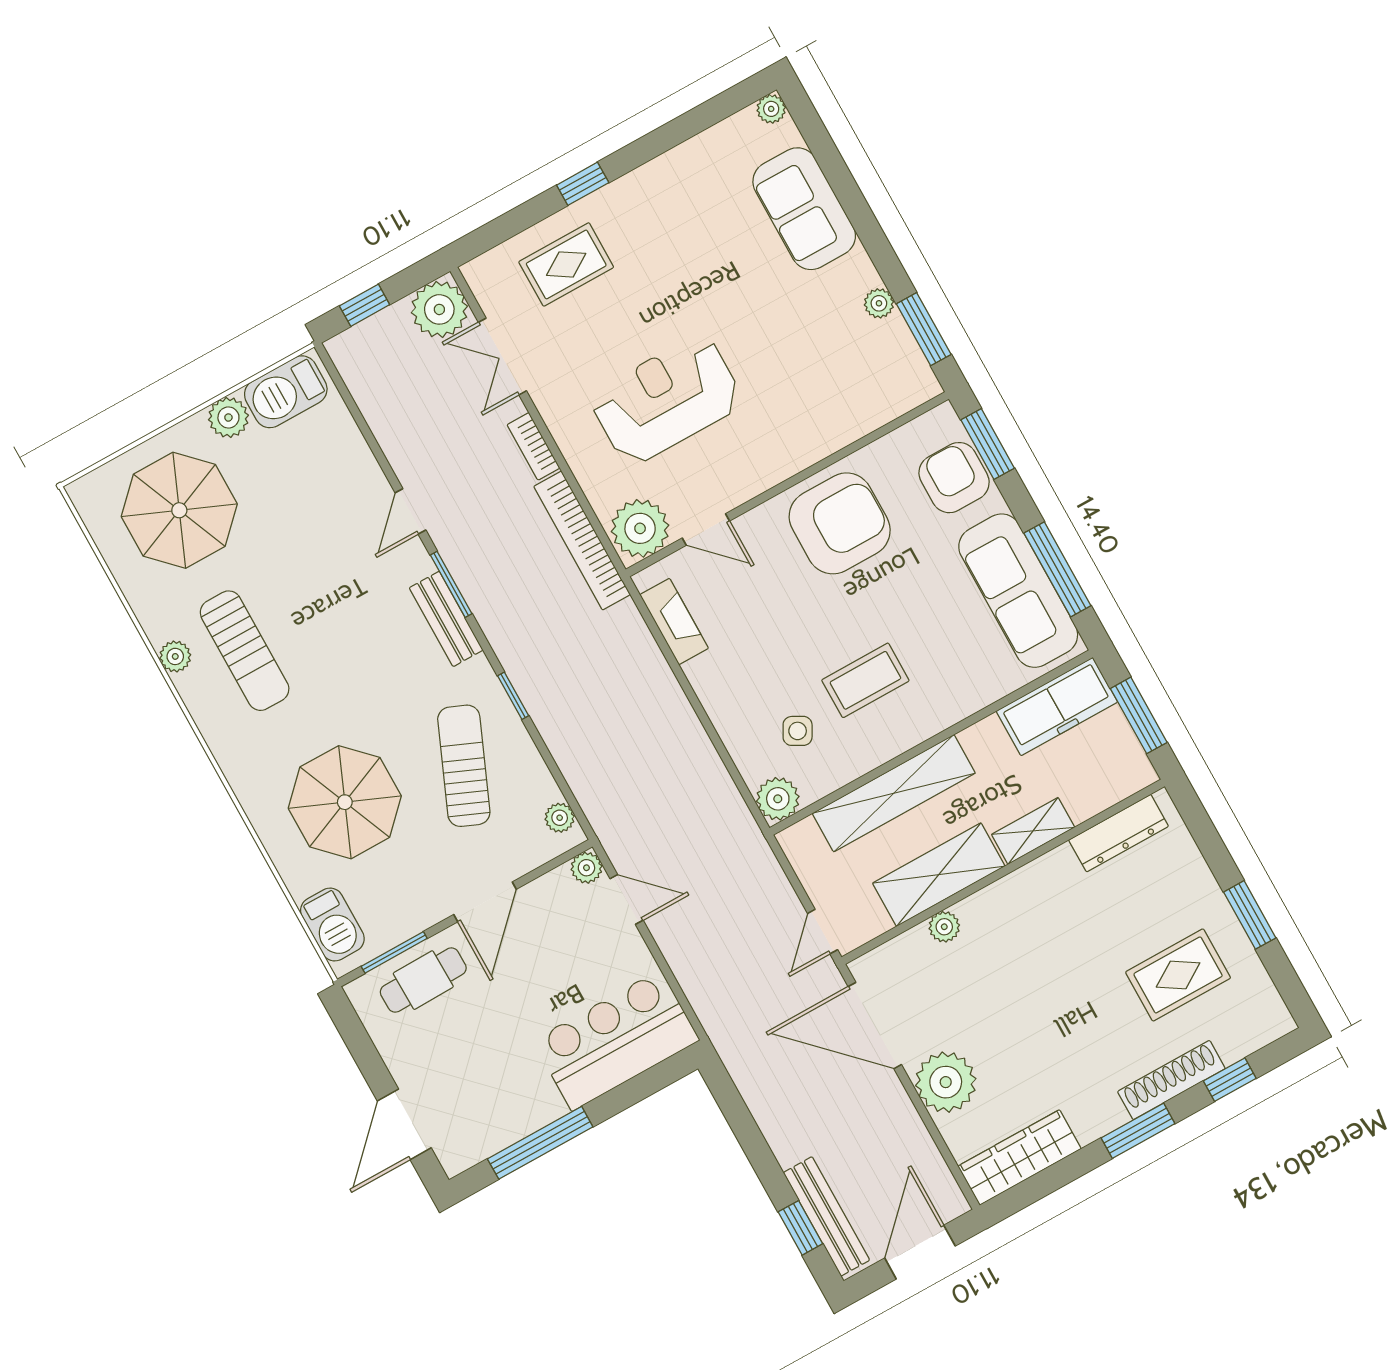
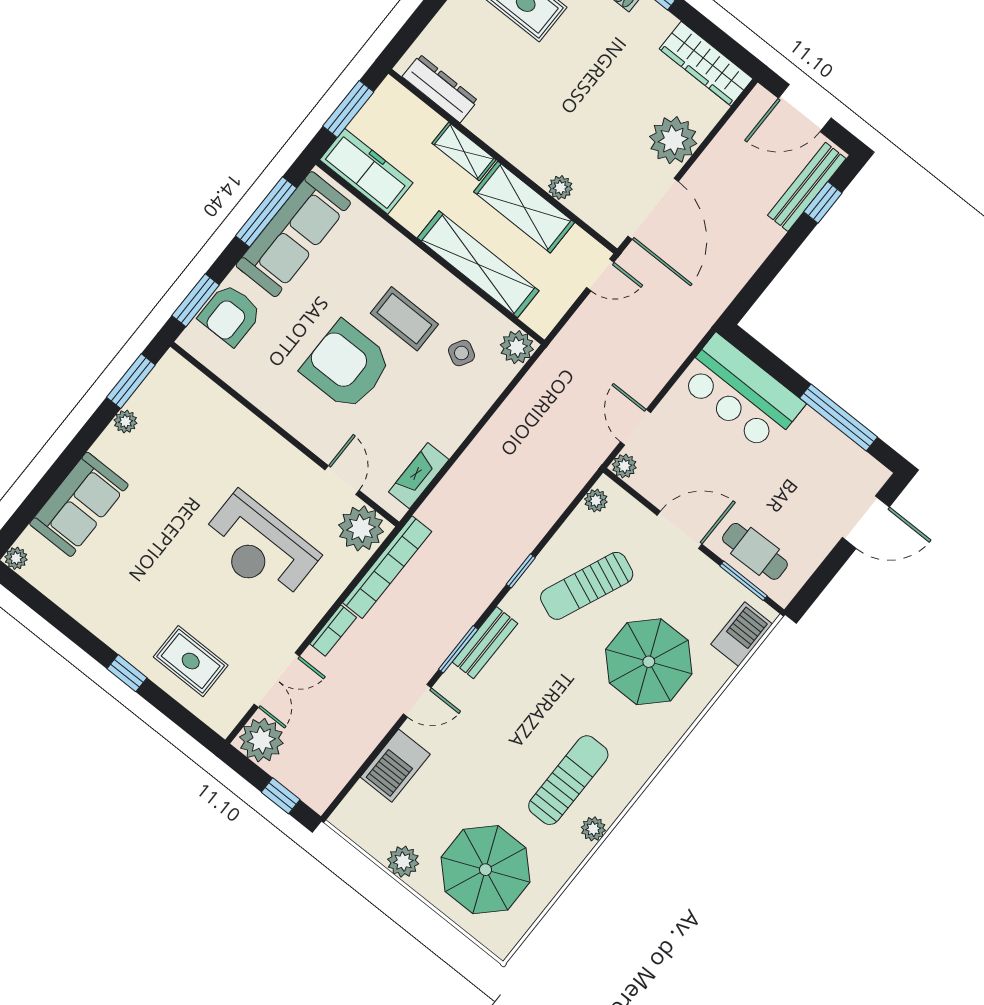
barbecue: (286, 392) -> (395, 766), moved, turned 90
armchair: (840, 523) -> (347, 366), moved

